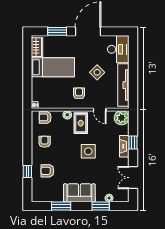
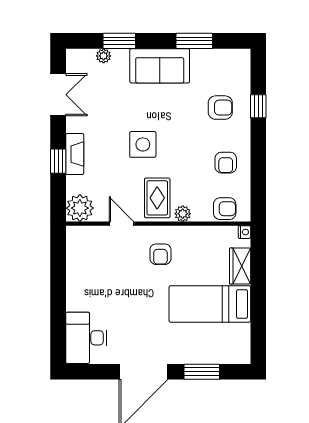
wardrobe: (37, 47) -> (240, 266), moved
side table: (97, 72) -> (126, 294), removed
tv unit: (123, 85) -> (76, 270), removed

